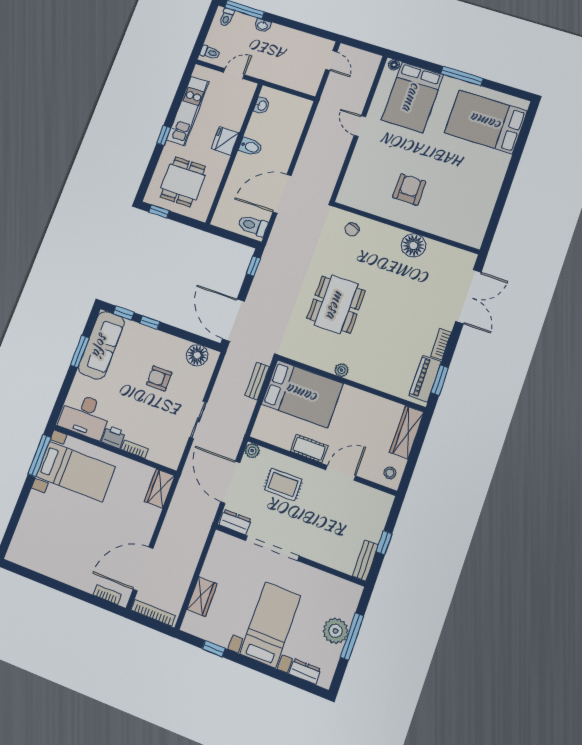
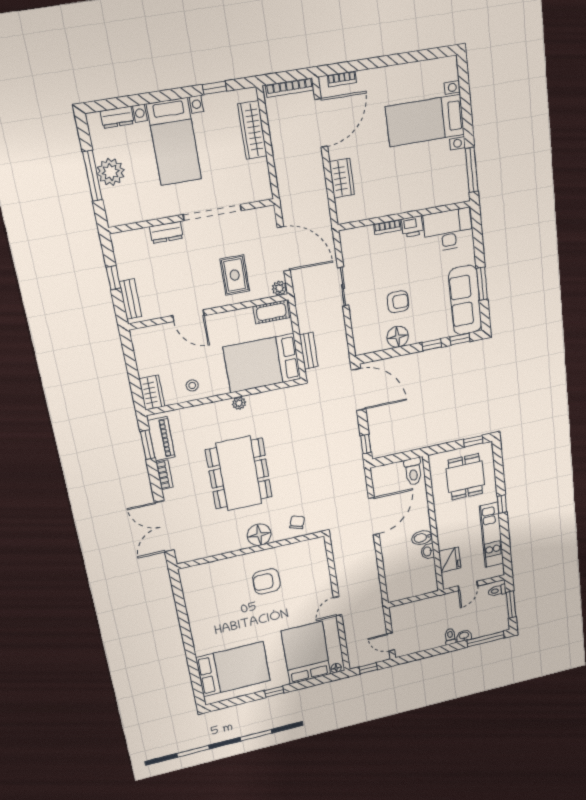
toilet: (227, 17) -> (450, 637), moved
window: (204, 30) -> (511, 605), added
window: (365, 47) -> (368, 668), added
window: (462, 76) -> (274, 692), width x0.46
washbasin: (262, 106) -> (428, 551), moved
door: (360, 126) -> (338, 606), swing flipped
fridge: (225, 141) -> (450, 560), moved
armchair: (409, 189) -> (266, 581), turned 90
toilet: (253, 226) -> (413, 471), moved, turned 90
floor lamp: (413, 245) -> (259, 535), moved
dining table: (336, 305) -> (239, 474), moved, width x1.36, depth x1.24
floor lamp: (197, 355) -> (398, 337), moved
wardrobe: (407, 432) -> (152, 393), width x0.67
cot: (309, 449) -> (271, 312), moved
bed with nightstands: (76, 472) -> (425, 121), moved
door: (341, 473) -> (189, 316), hinge flipped
stool: (390, 473) -> (192, 385), moved
rug: (283, 484) -> (235, 275), turned 90
wardrobe: (160, 489) -> (342, 178), moved
dresser: (235, 522) -> (166, 232), moved
bench: (365, 561) -> (130, 299), moved
wardrobe: (202, 596) -> (252, 130), width x1.50

